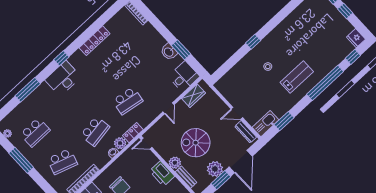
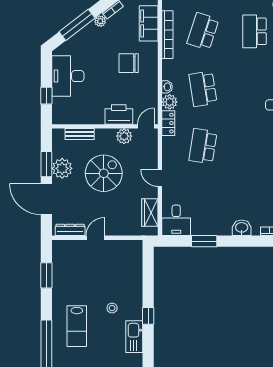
washbasin: (169, 52) -> (242, 228), moved
kitchen sink: (265, 124) -> (134, 337), moved, turned 180
plant: (175, 163) -> (124, 136), moved
printer: (162, 174) -> (119, 114), moved

